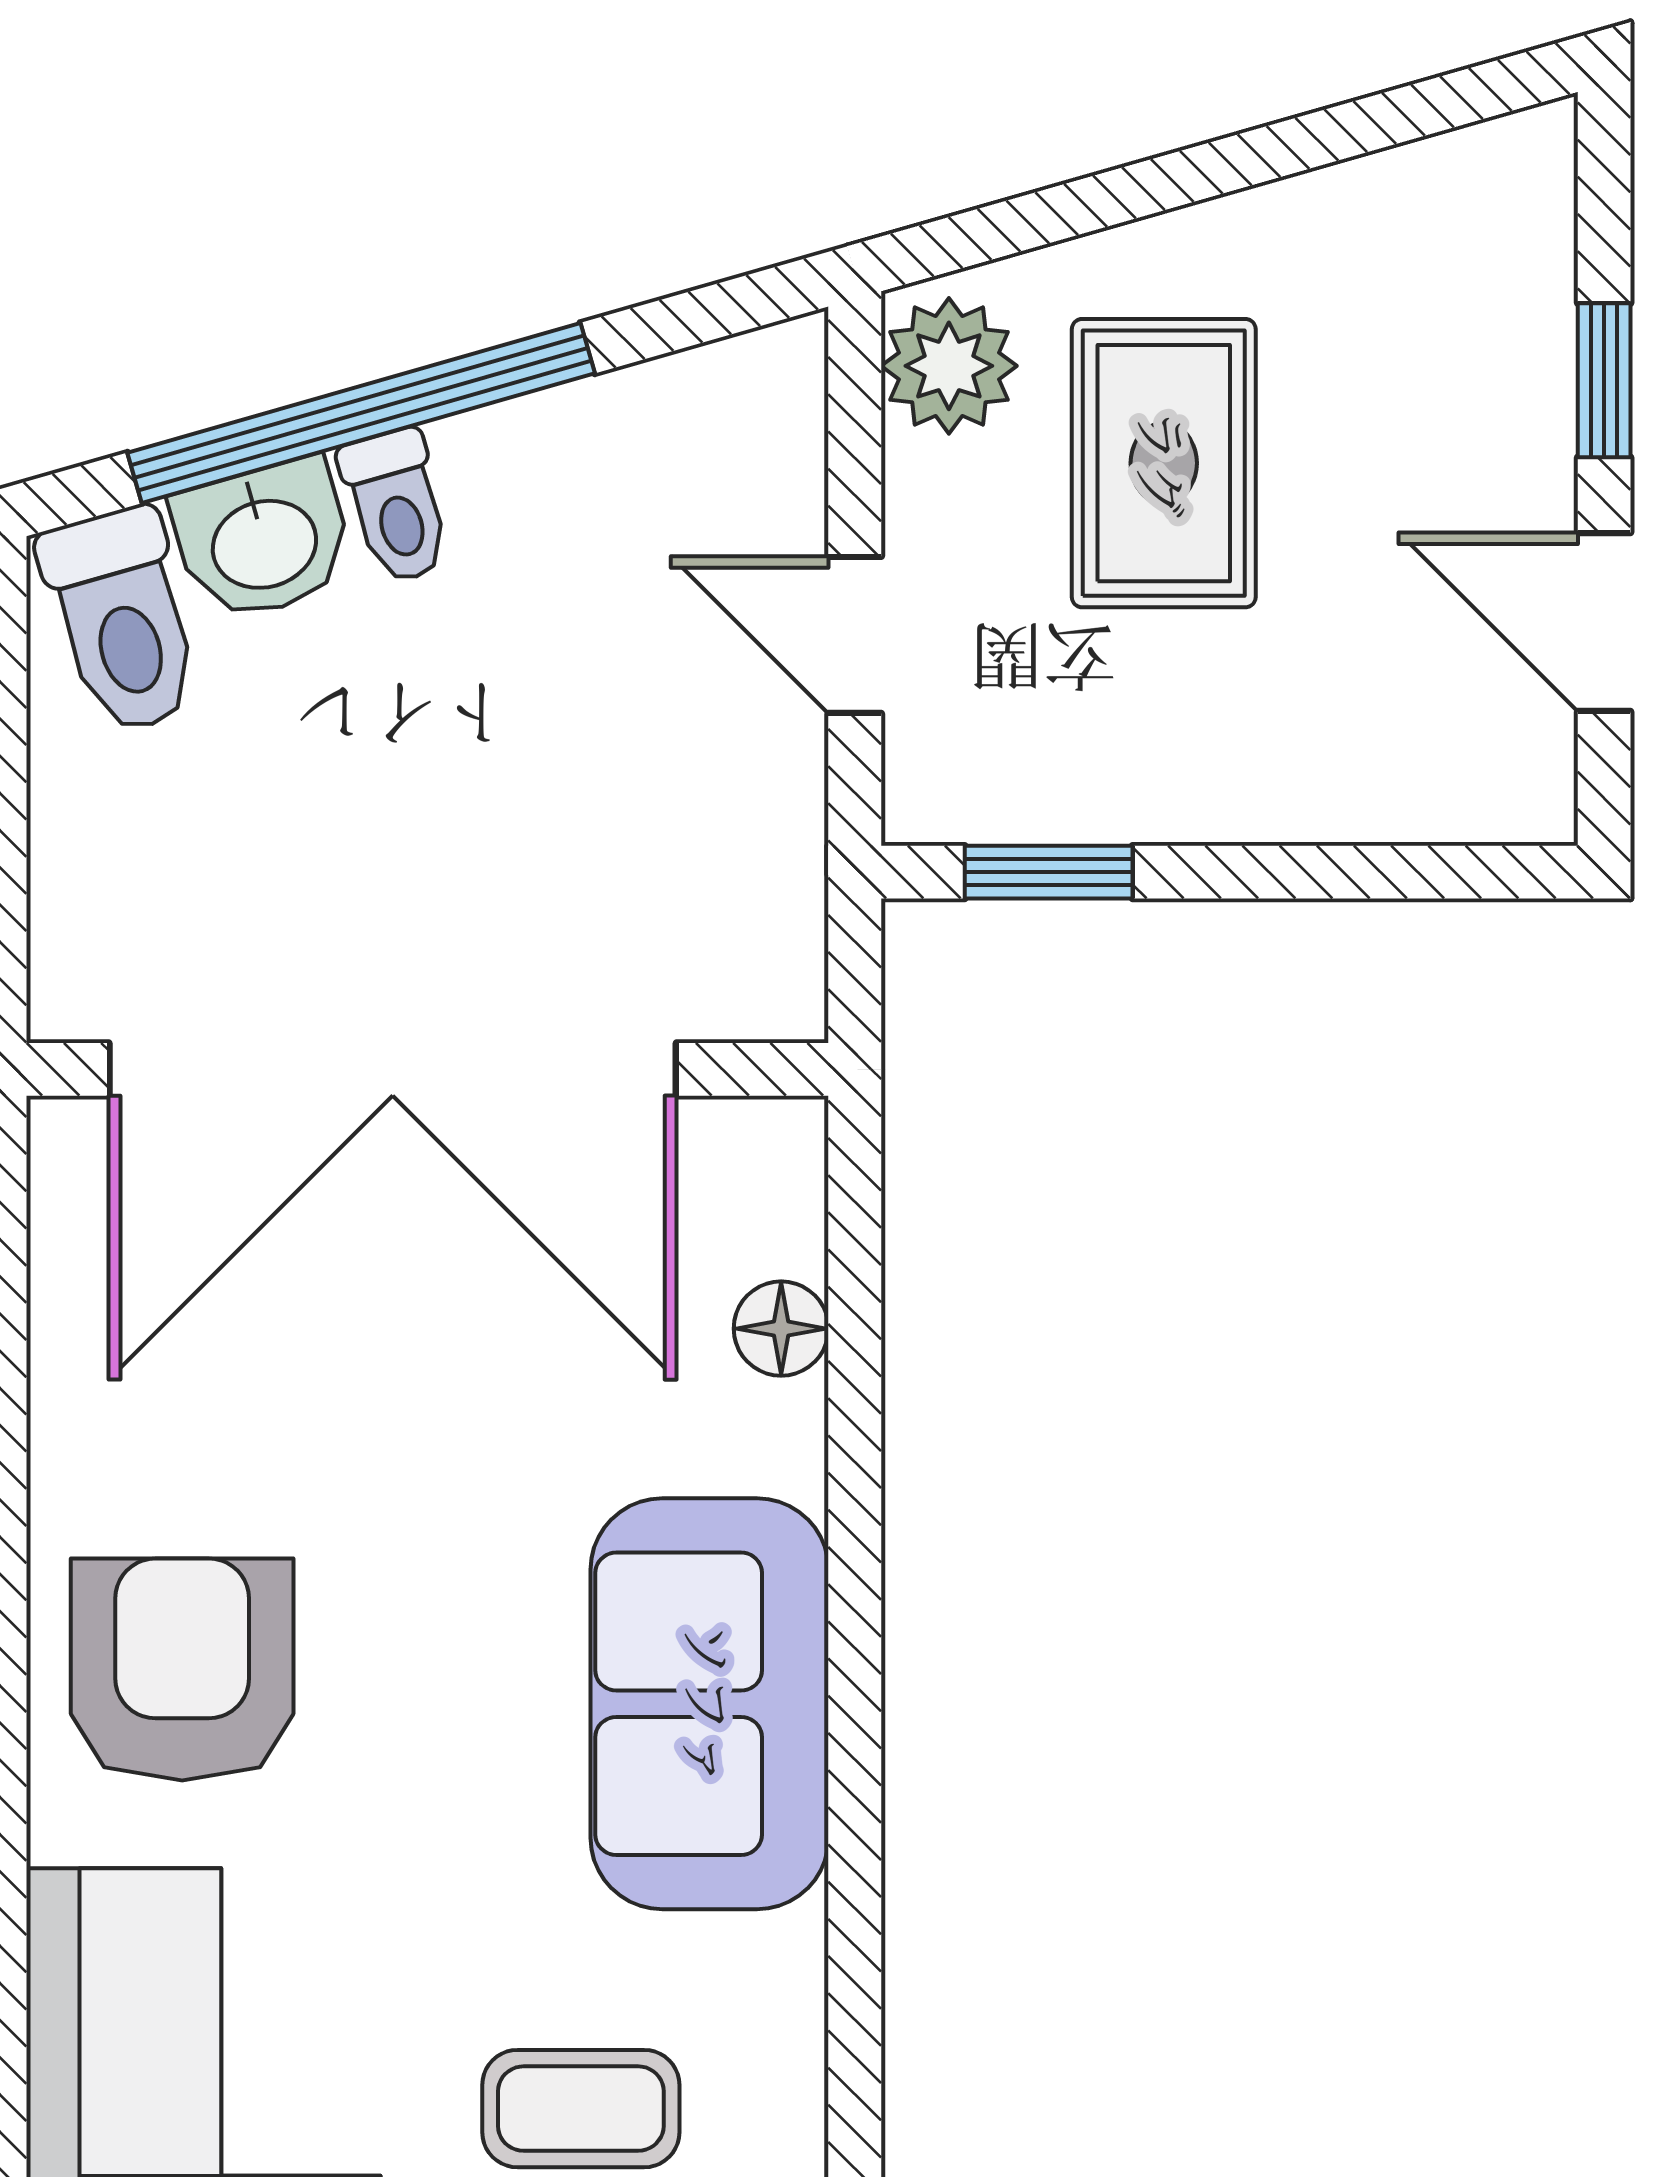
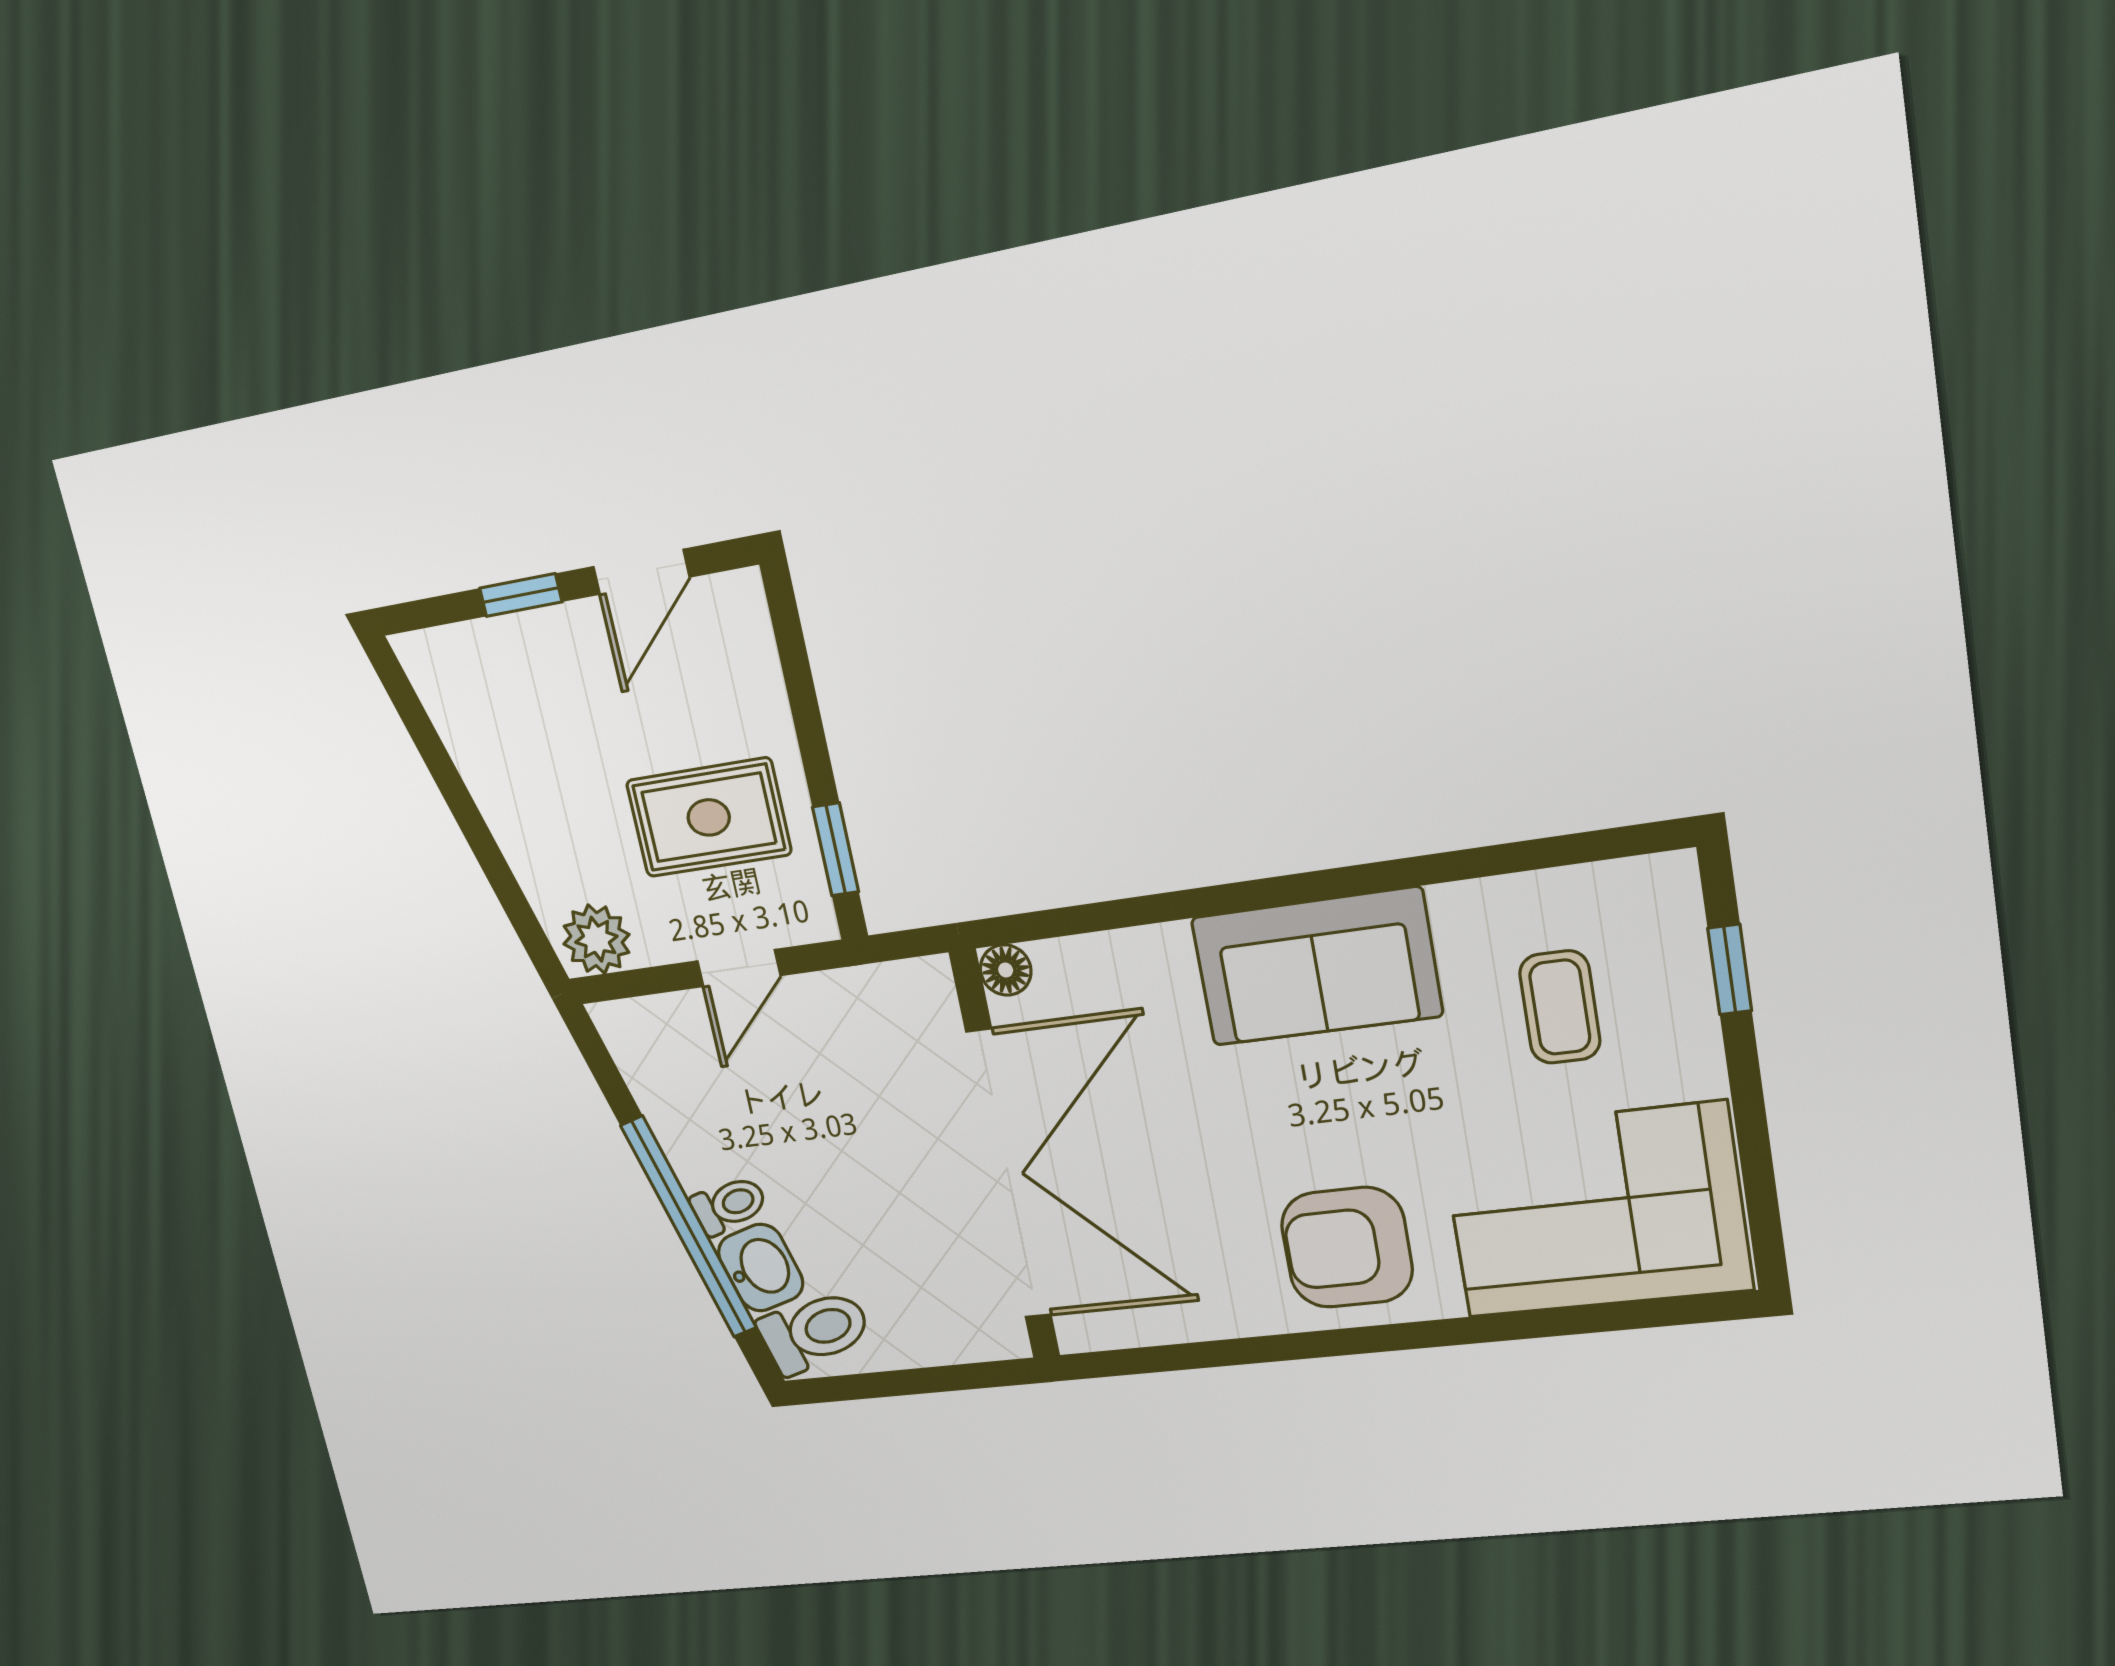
rug: (1164, 463) -> (709, 817), moved
floor lamp: (781, 1329) -> (1006, 970), moved

